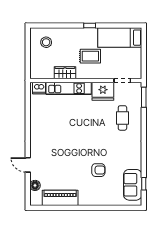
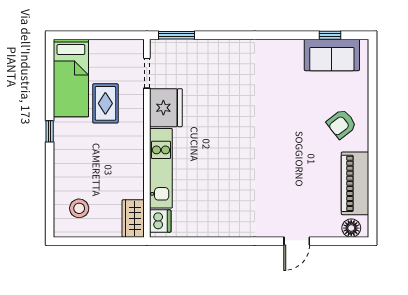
rug: (90, 56) -> (105, 103), moved
wardrobe: (65, 73) -> (133, 218), moved
cafe table: (122, 118) -> (213, 73), removed
armchair: (98, 170) -> (342, 124), moved, turned -128
floor lamp: (35, 185) -> (351, 228), moved

